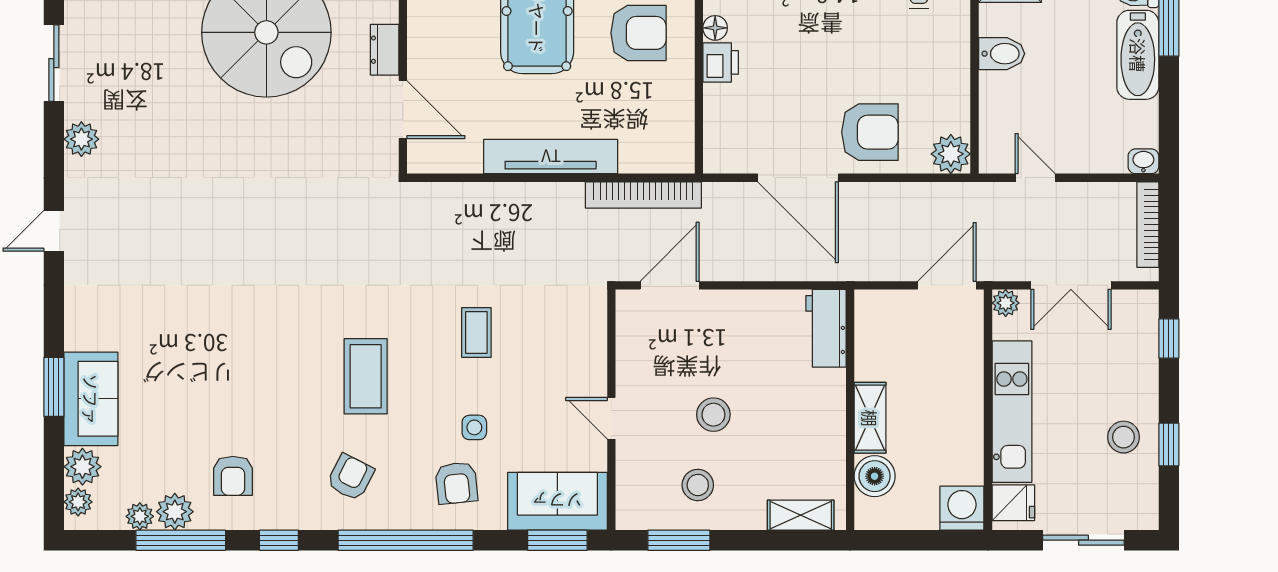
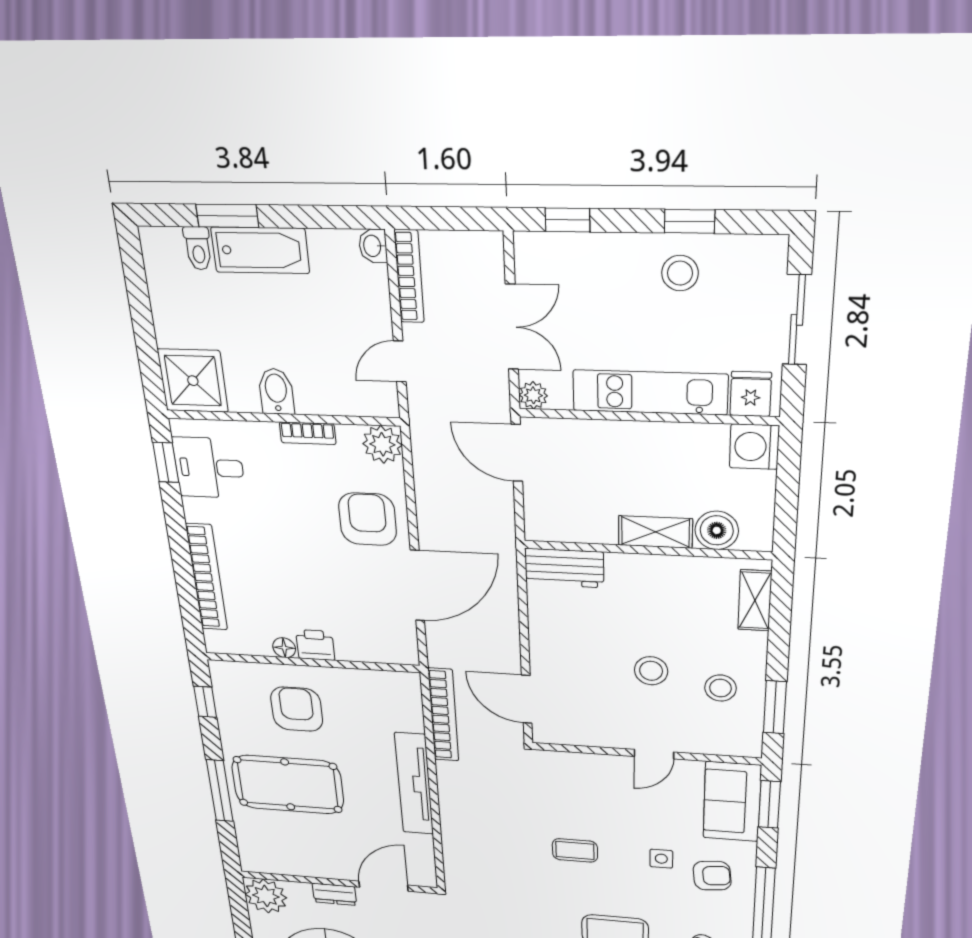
bookcase: (960, 80) -> (308, 433), added
bookcase: (1148, 225) -> (409, 276), moved, turned -90

